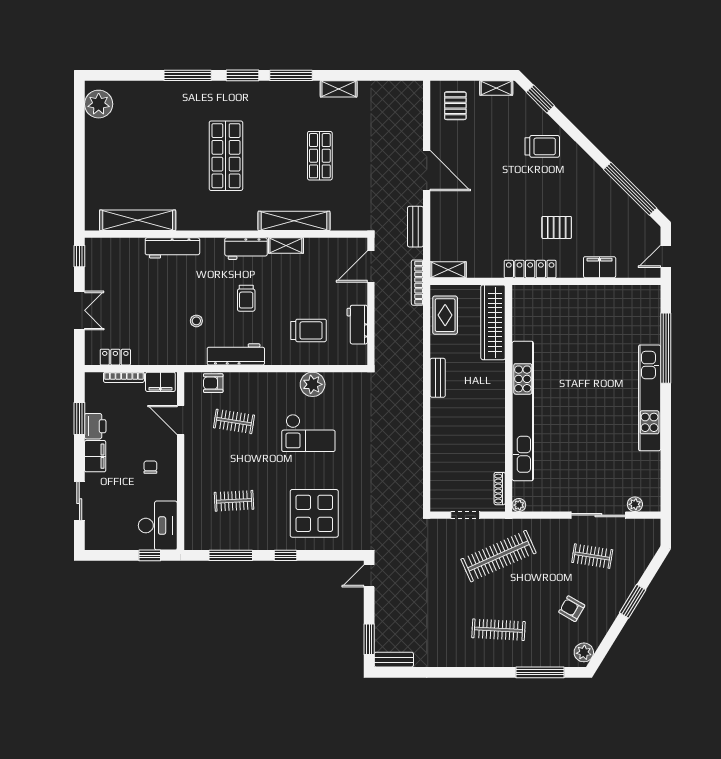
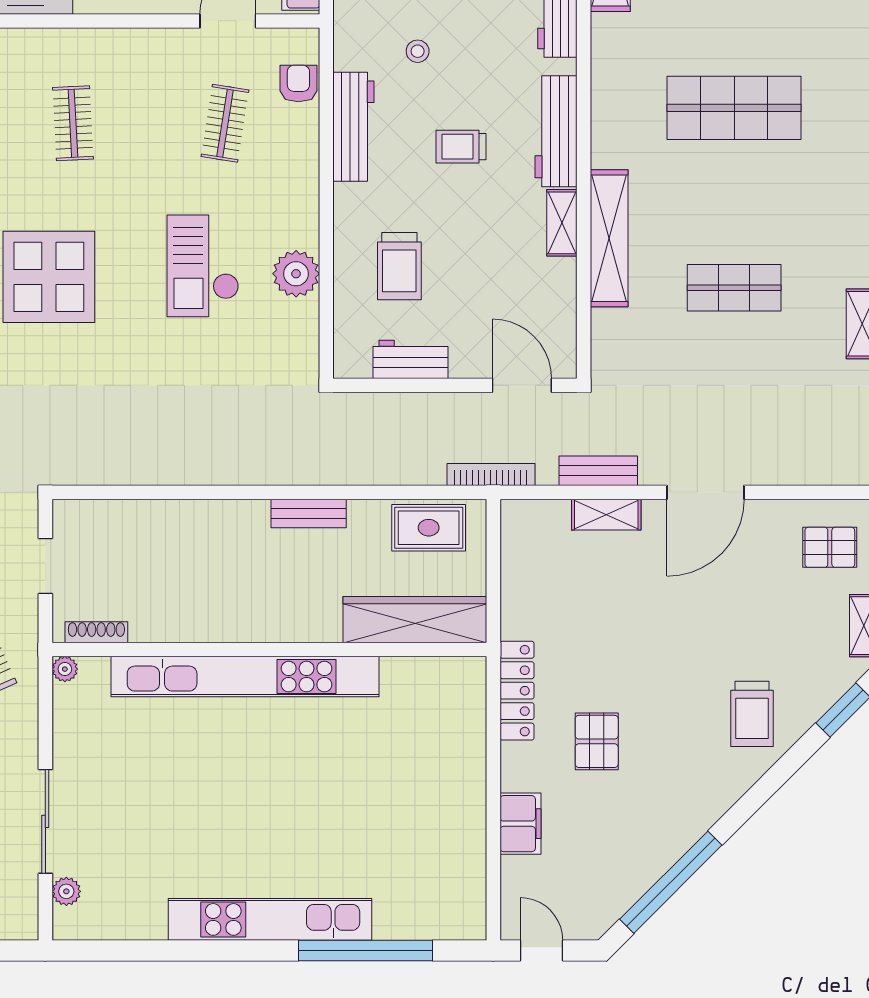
workbench: (246, 249) -> (556, 131), width x1.37
shelving: (448, 270) -> (606, 515), moved, turned 90

